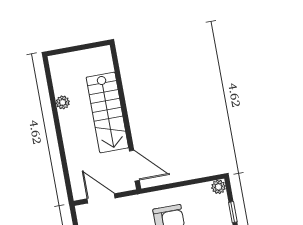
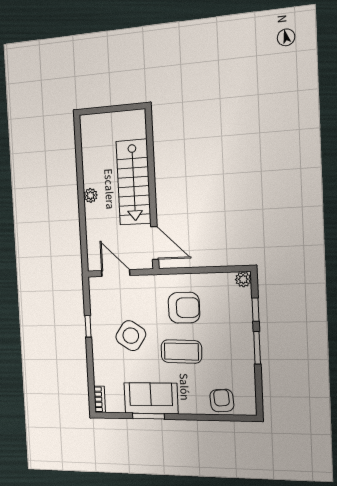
plant: (63, 102) -> (91, 195), moved

